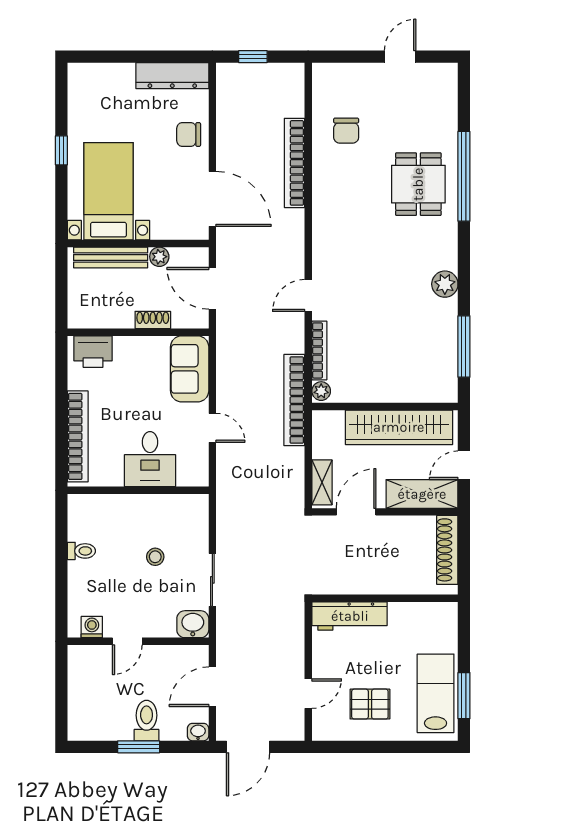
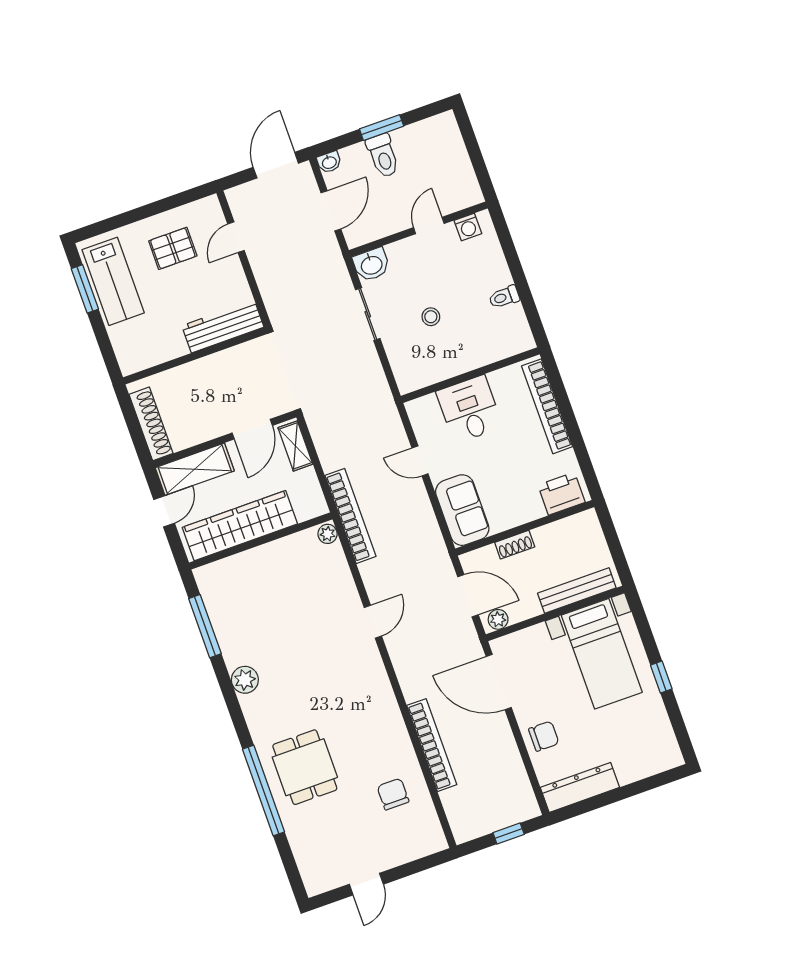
plant: (159, 257) -> (498, 619), moved
bookcase: (319, 350) -> (343, 572), removed

